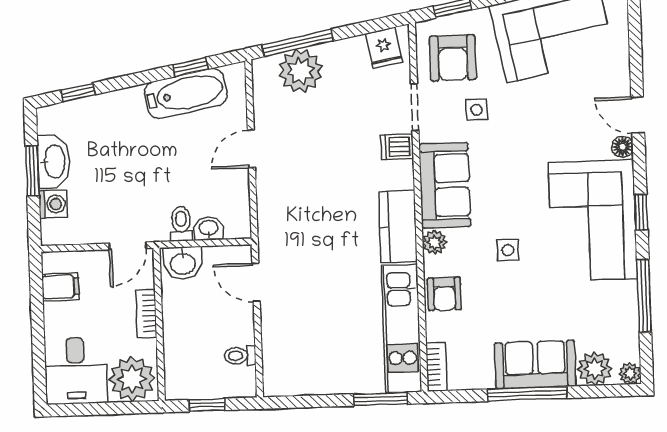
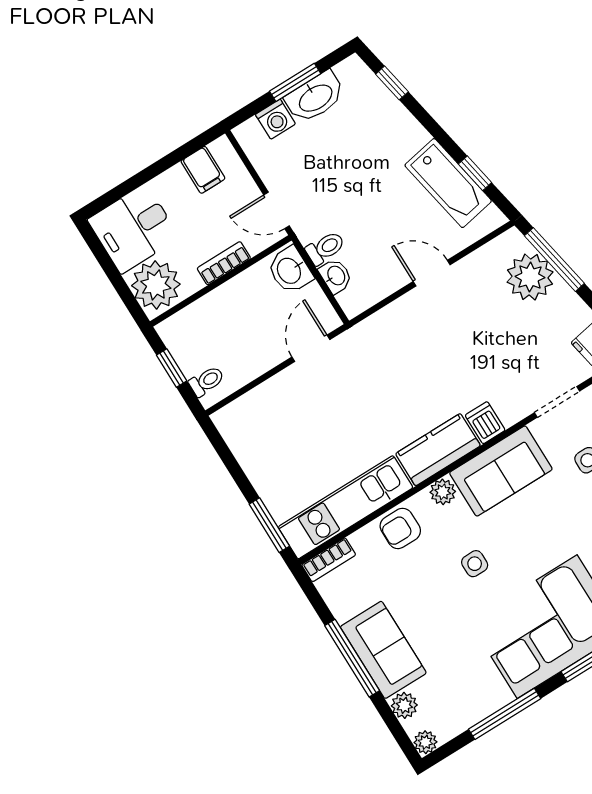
dishwasher: (397, 147) -> (485, 423), moved
toilet: (240, 356) -> (207, 381), moved, turned 90
plant: (595, 369) -> (404, 705), width x0.73, depth x0.73

